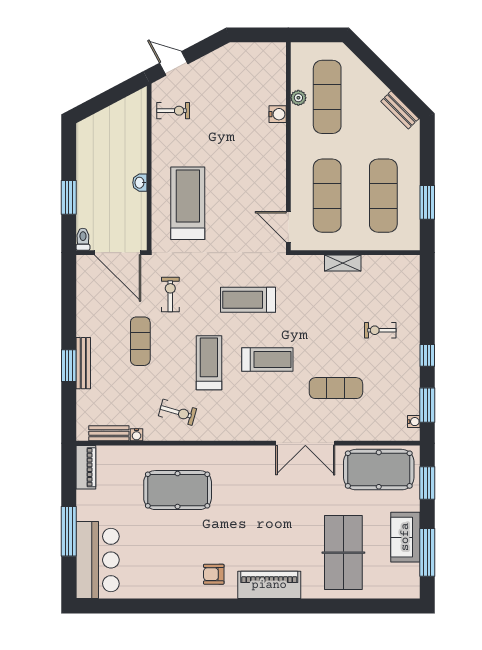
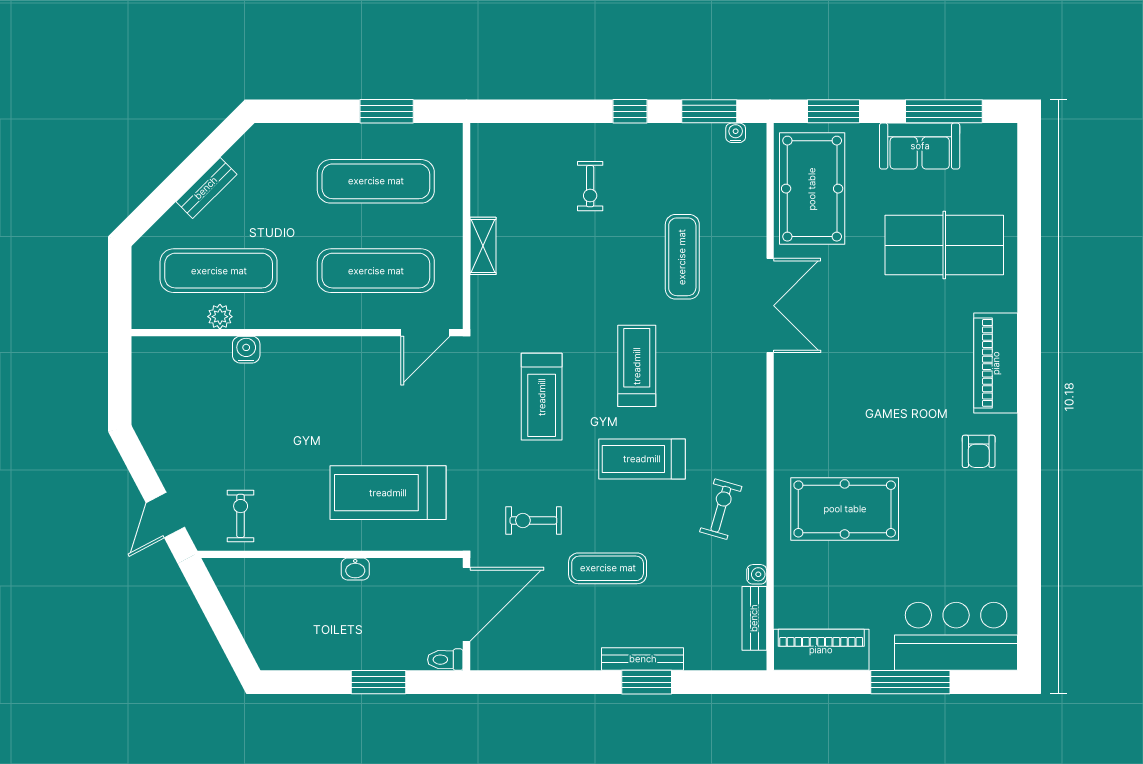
bench: (400, 110) -> (206, 188), moved
piano: (86, 467) -> (821, 650), width x1.37, depth x1.33
pool table: (178, 490) -> (845, 509), turned 90

